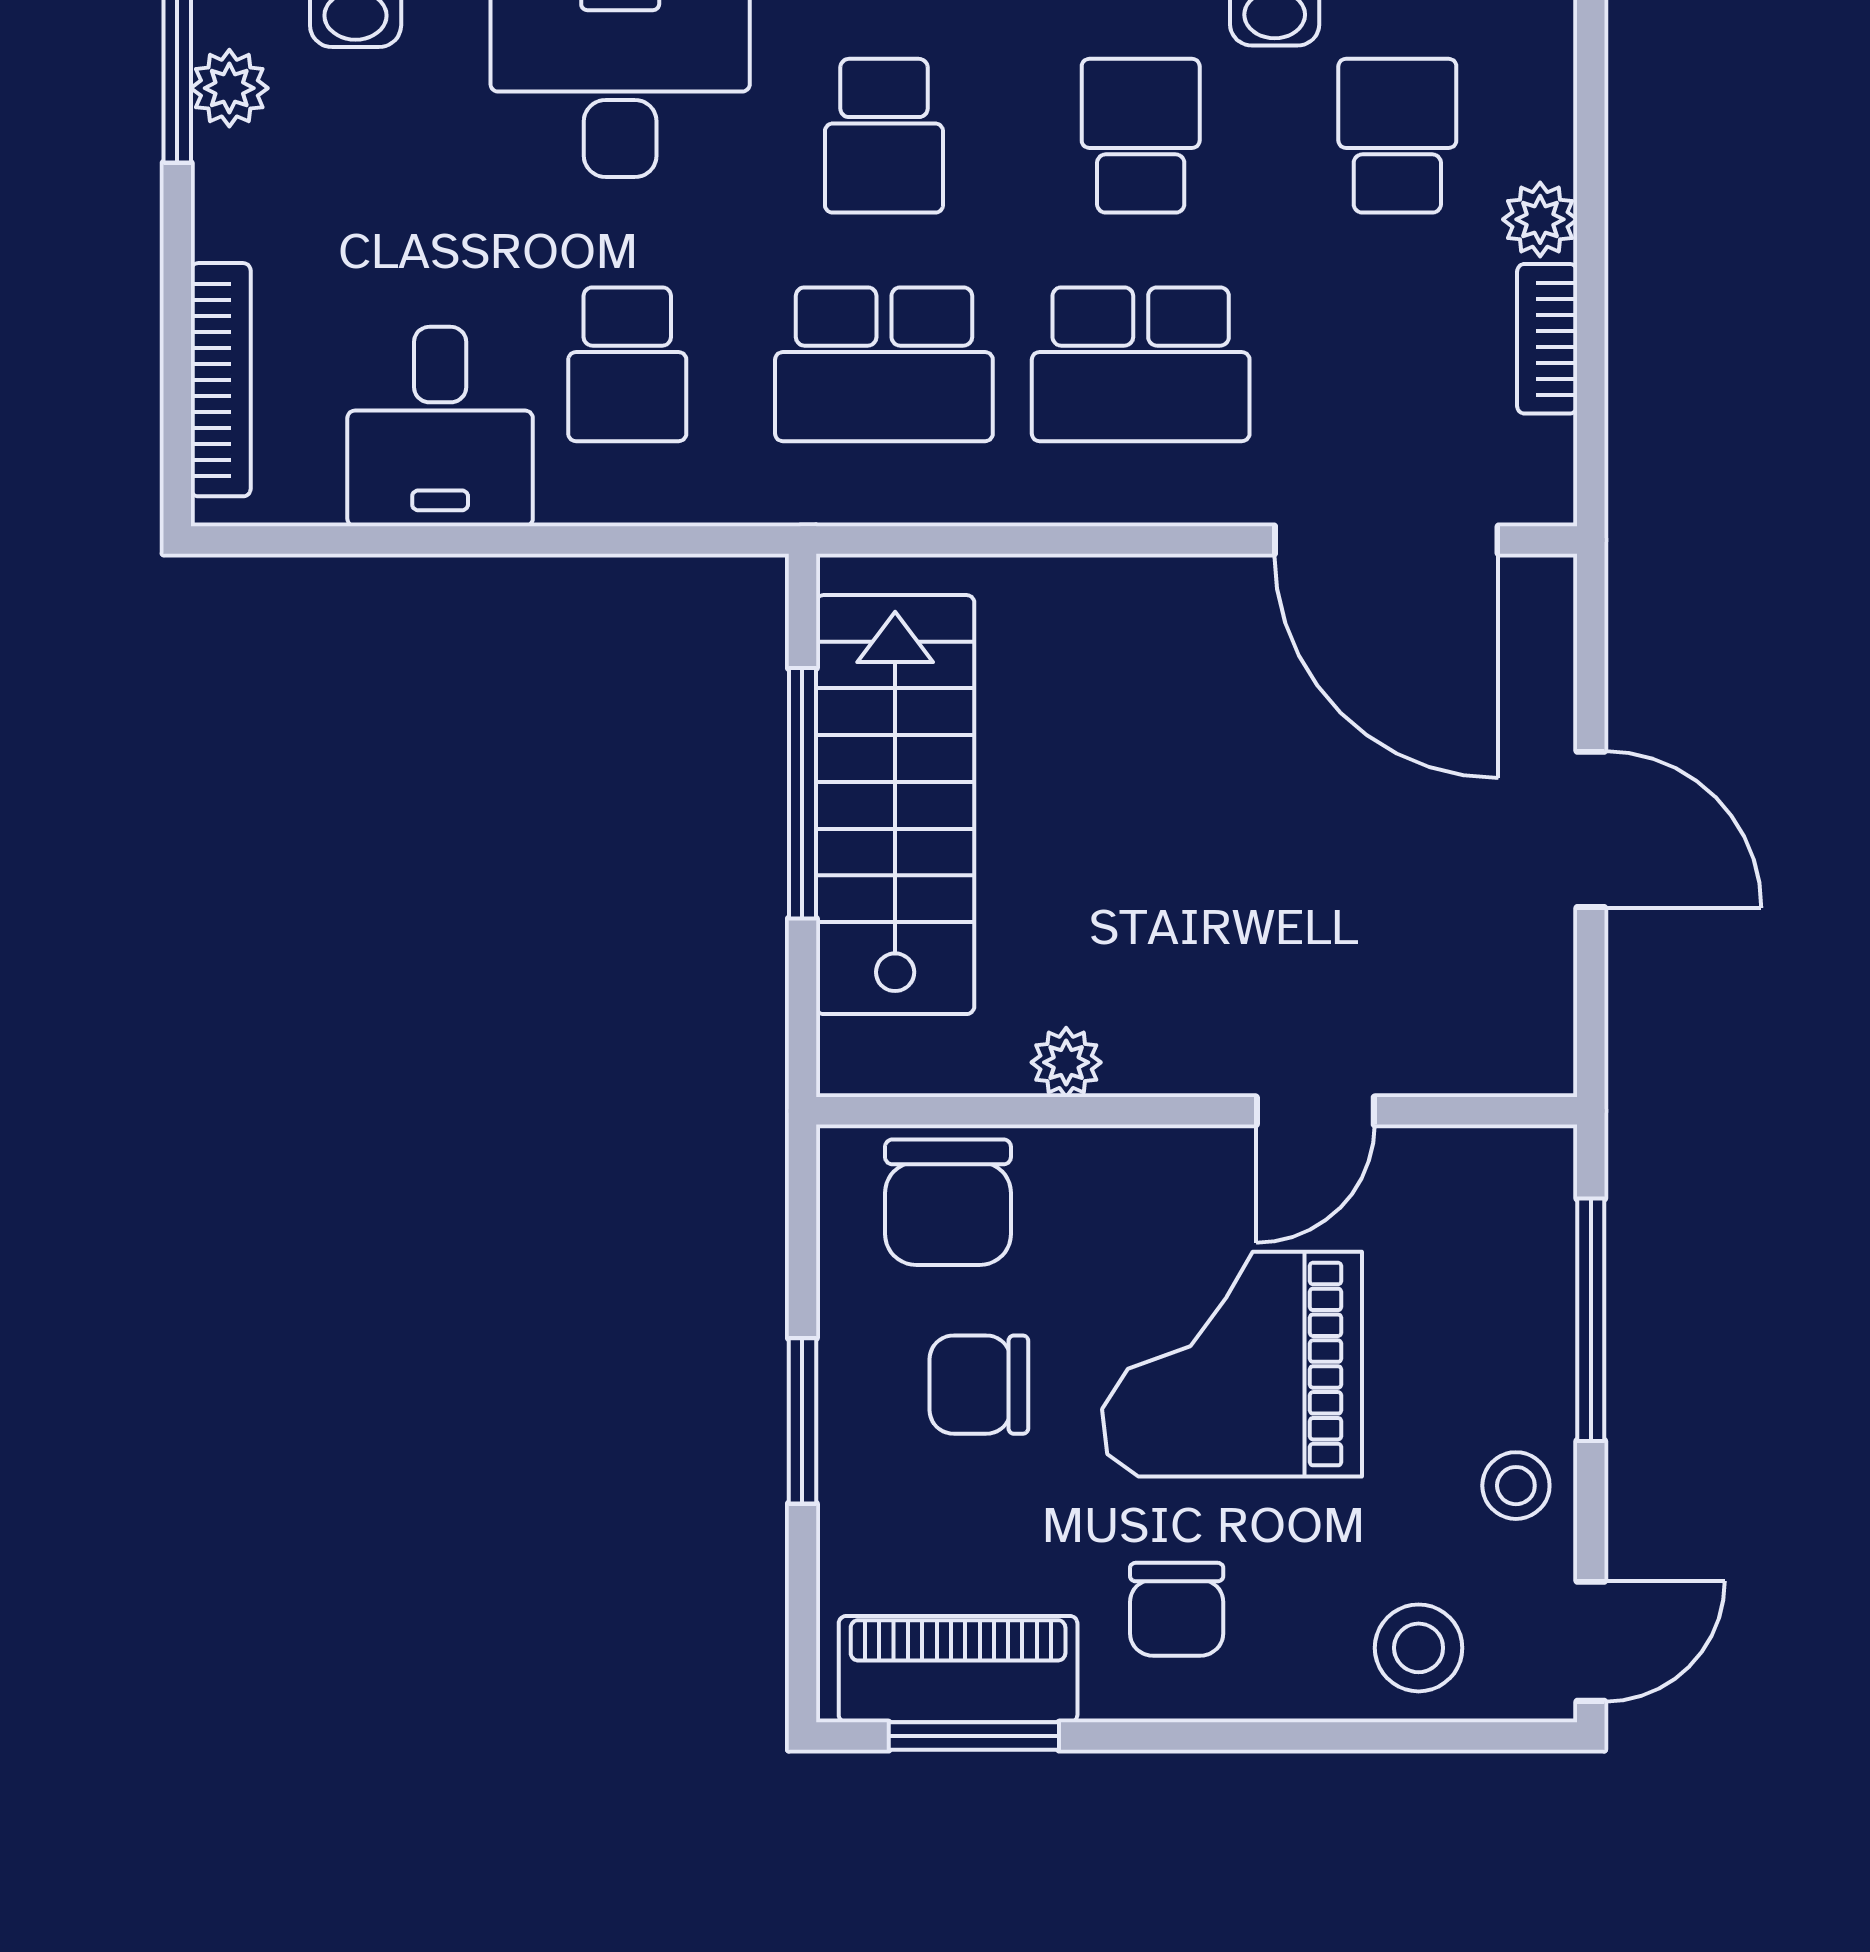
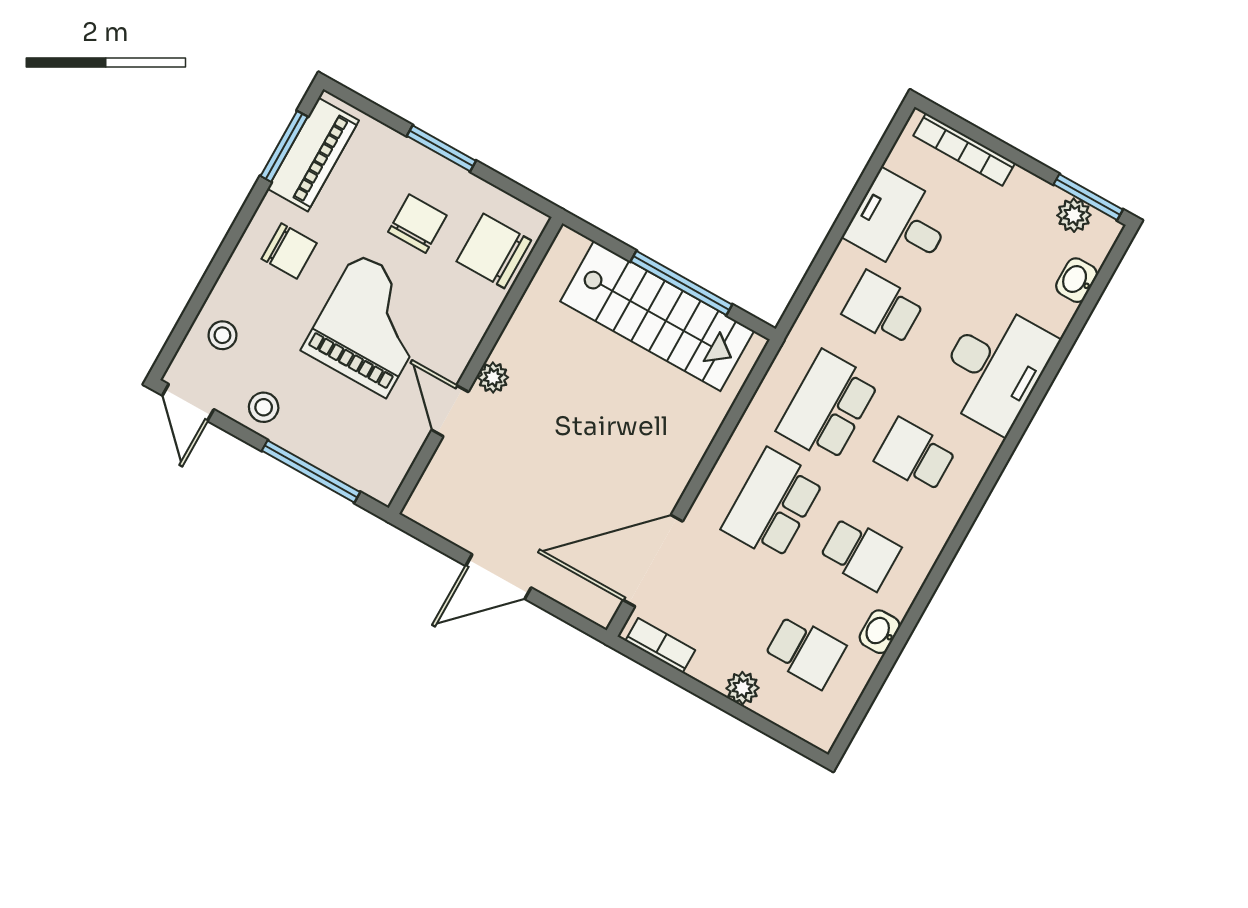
bookcase: (1547, 339) -> (660, 646), moved
plant: (1066, 1062) -> (493, 377), moved
chair: (1177, 1609) -> (289, 251), turned 180
stool: (1419, 1648) -> (222, 335), width x0.73, depth x0.73

